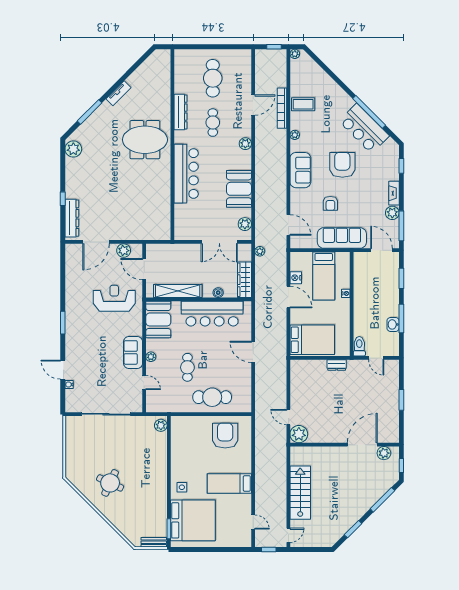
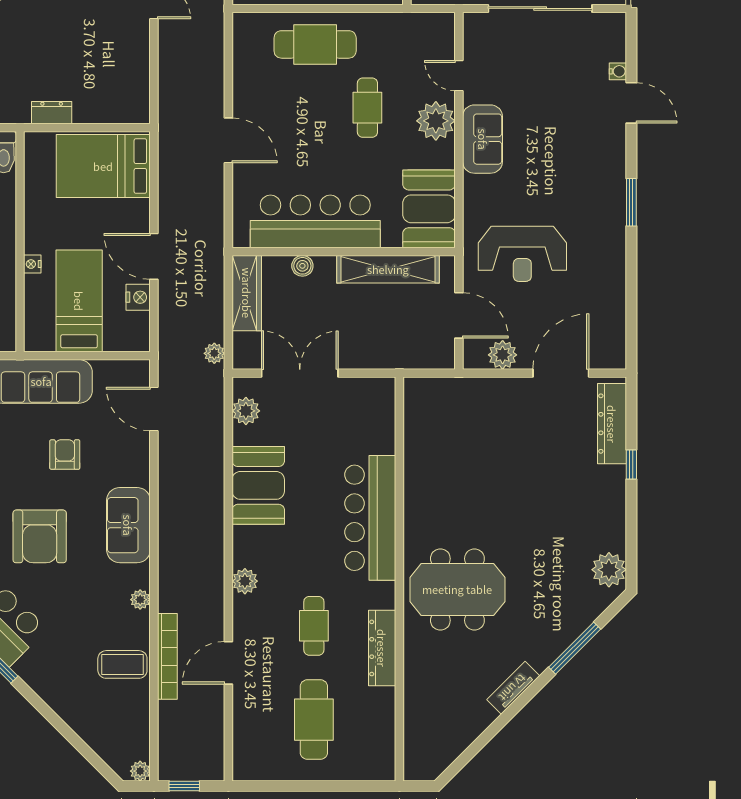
plant: (151, 357) -> (436, 121), width x1.87, depth x1.87

